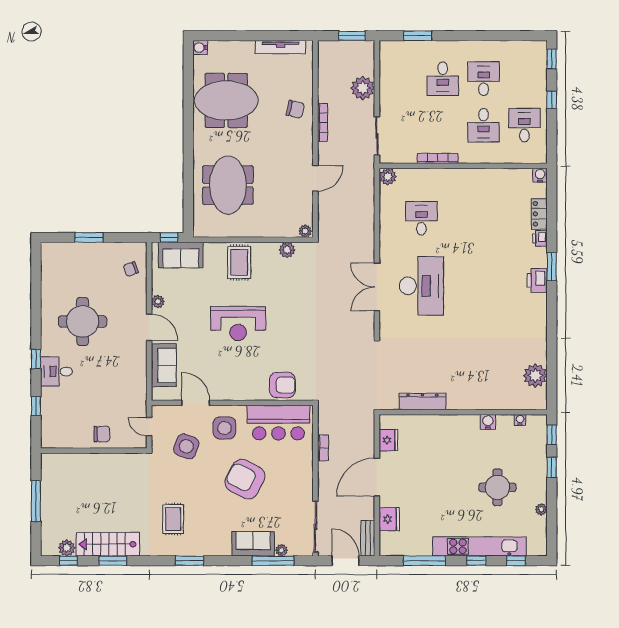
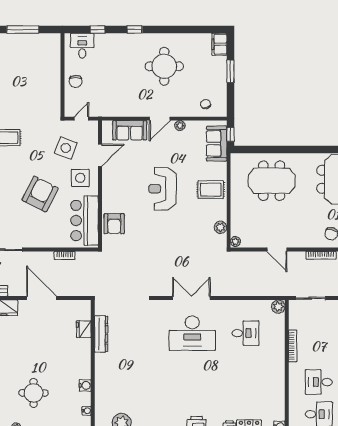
filing cabinet: (55, 251) -> (219, 44), added
desk: (56, 372) -> (82, 46), moved
fridge: (388, 440) -> (84, 329), moved, turned 90

